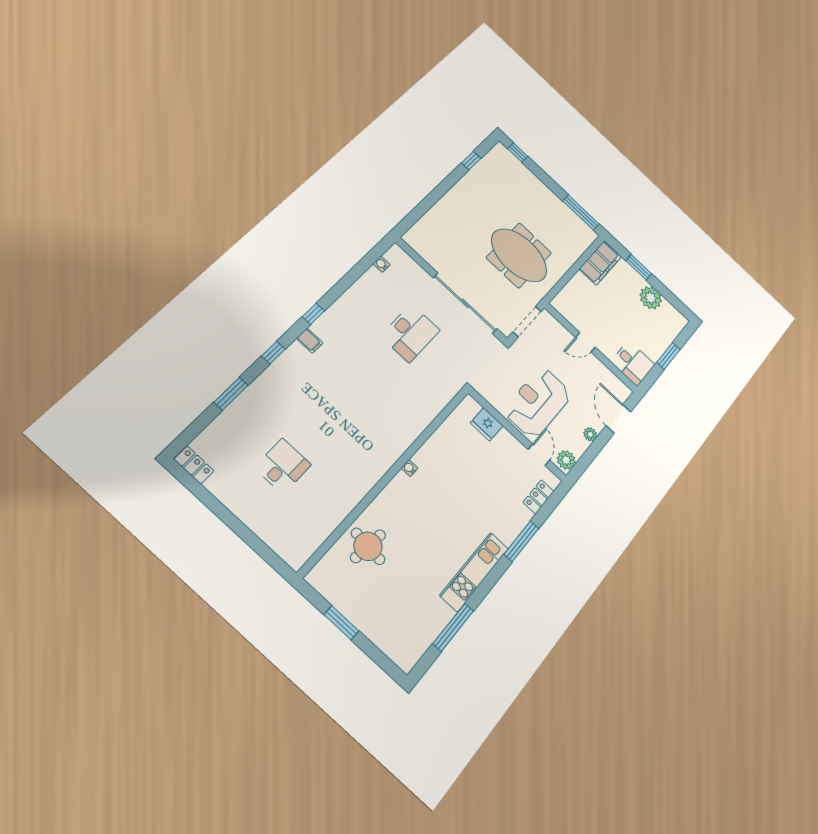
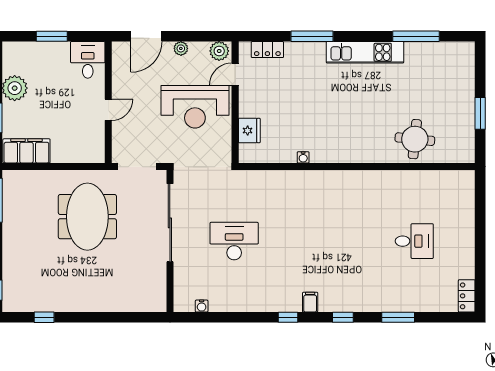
door: (585, 342) -> (108, 110), hinge flipped
desk: (283, 466) -> (414, 241), turned 180
water cooler: (410, 468) -> (303, 157), moved

